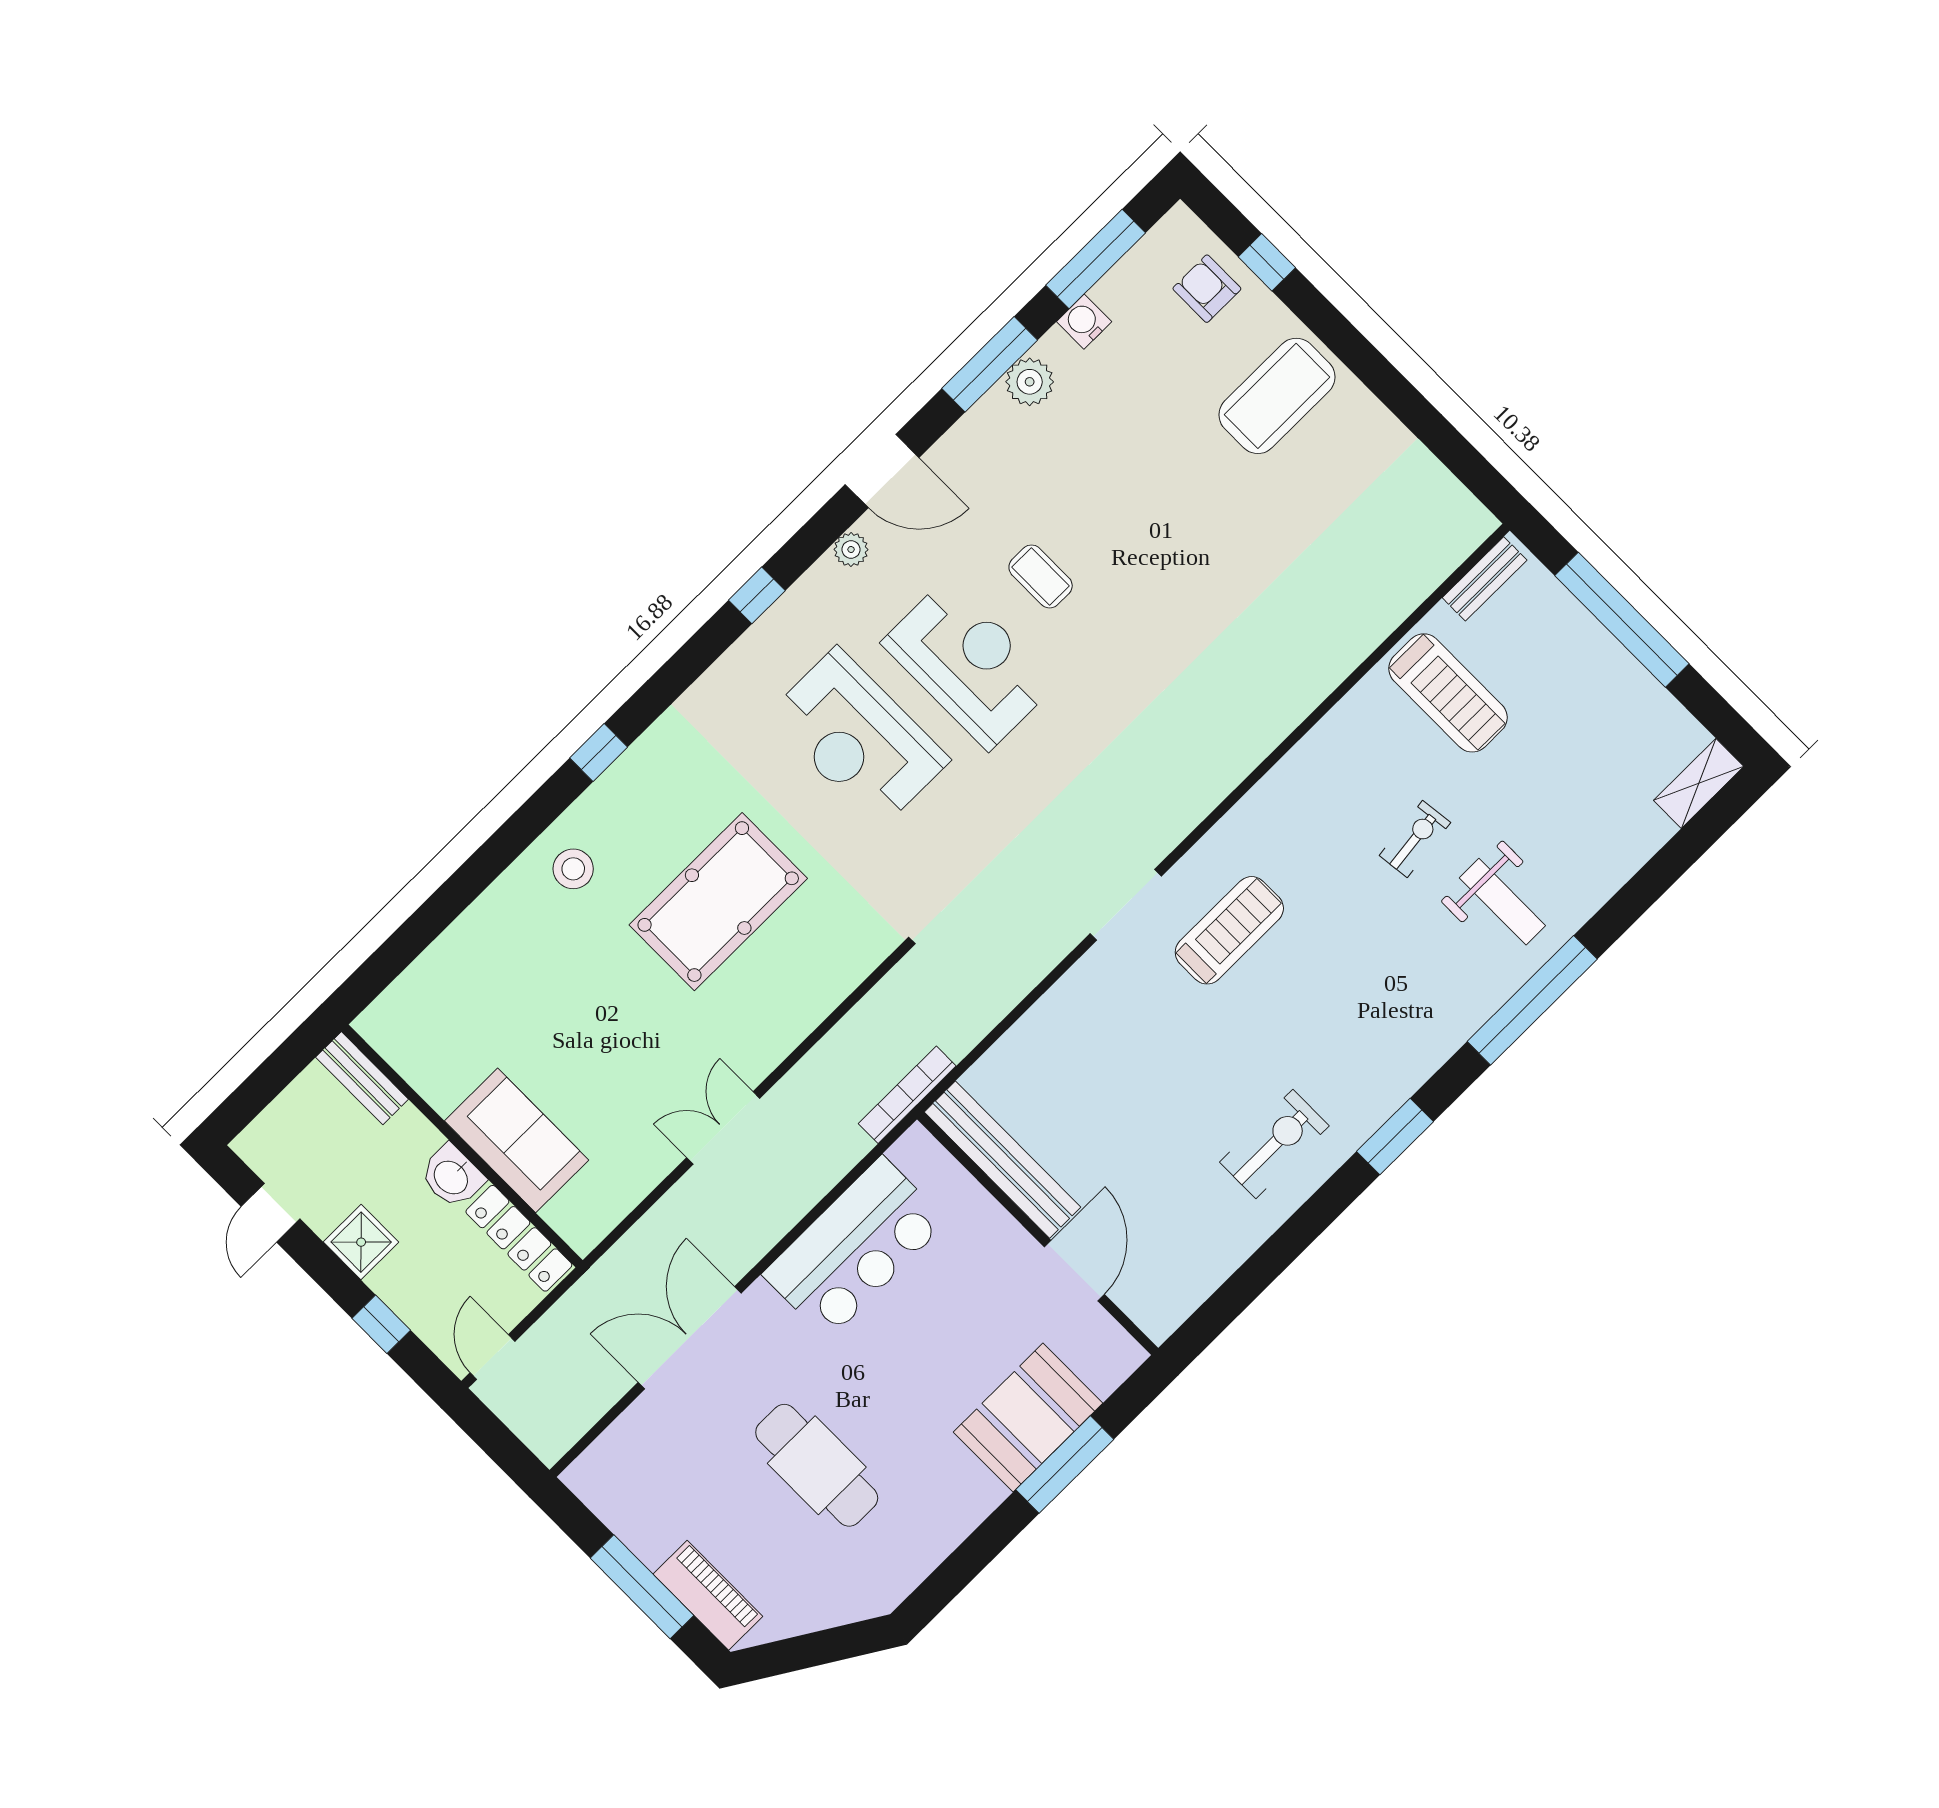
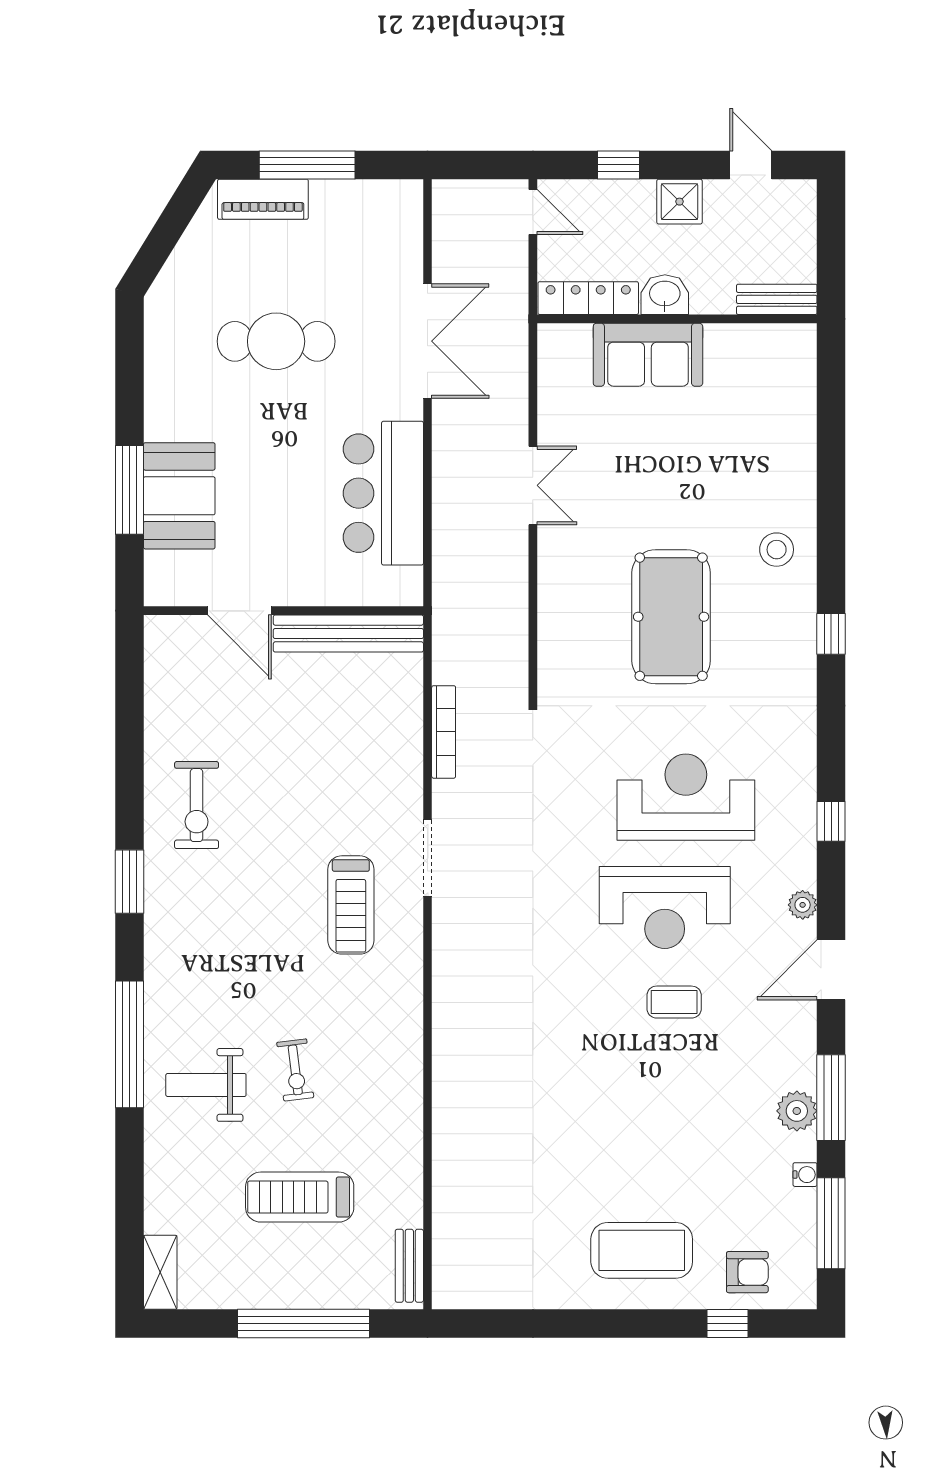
water cooler: (1084, 322) -> (805, 1175), width x0.72, depth x0.72
coffee table: (1277, 396) -> (642, 1250), turned 90
treadmill: (1448, 693) -> (300, 1197), moved
bookcase: (907, 1095) -> (444, 732), moved

